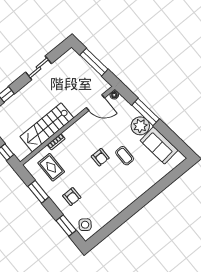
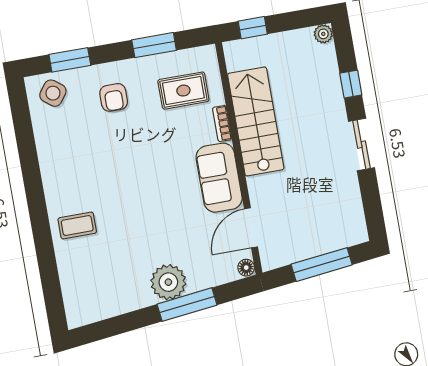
sliding door: (38, 68) -> (362, 145), moved
sofa: (159, 145) -> (219, 178), moved, turned -83
coffee table: (125, 156) -> (77, 226), moved
armchair: (100, 157) -> (154, 184), removed
armchair: (72, 197) -> (114, 97), turned -90

